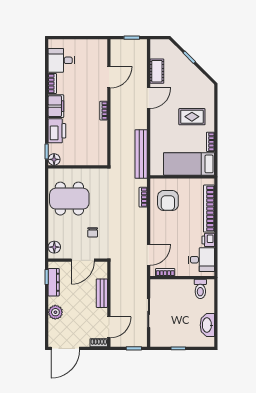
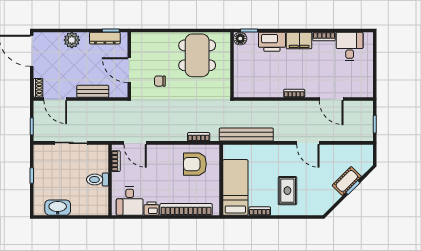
cot: (157, 71) -> (347, 181), moved, turned -45
floor lamp: (54, 247) -> (144, 39), removed
toilet: (200, 289) -> (98, 180), moved

